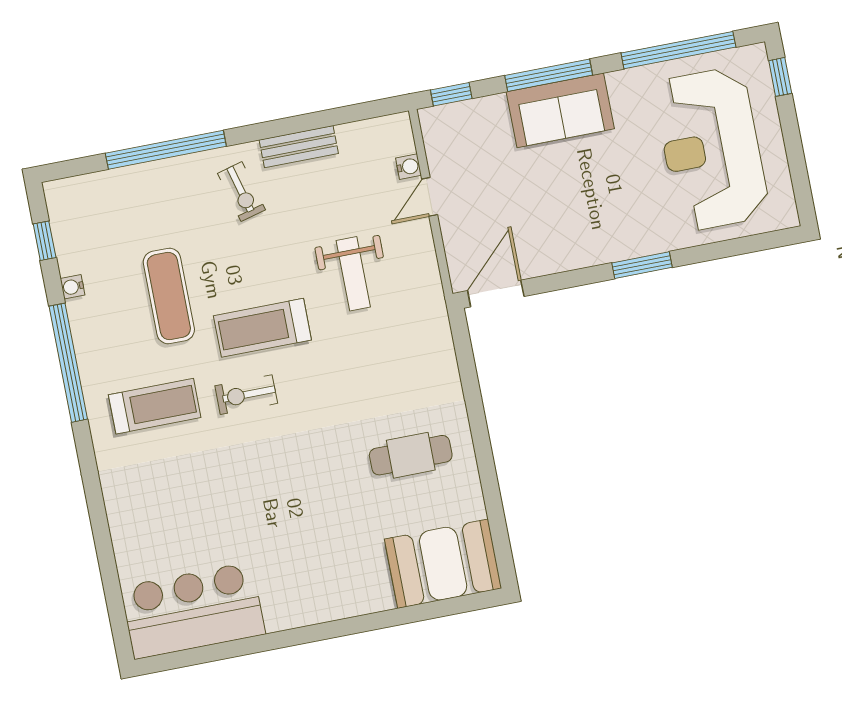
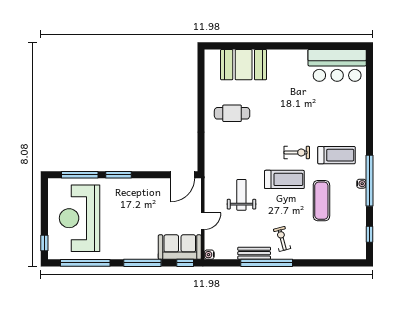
sofa: (560, 110) -> (180, 247), moved
reception desk: (711, 149) -> (79, 218), turned 180
window: (166, 150) -> (267, 263), moved
water cooler: (408, 167) -> (209, 255), moved
window: (730, 248) -> (80, 175), added
water cooler: (73, 287) -> (361, 184), moved
treadmill: (155, 406) -> (336, 155), turned 180
booth: (443, 564) -> (244, 65), moved

